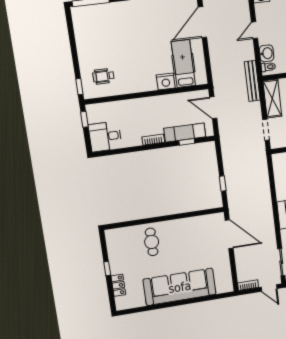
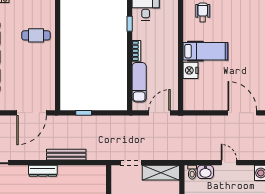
hospital bed: (183, 64) -> (205, 51), moved
bench: (252, 81) -> (66, 155), moved
window: (187, 142) -> (130, 24), moved

